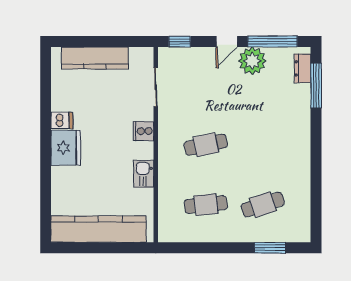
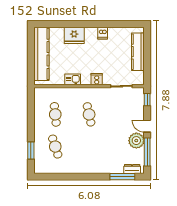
fridge: (66, 148) -> (74, 35), moved

